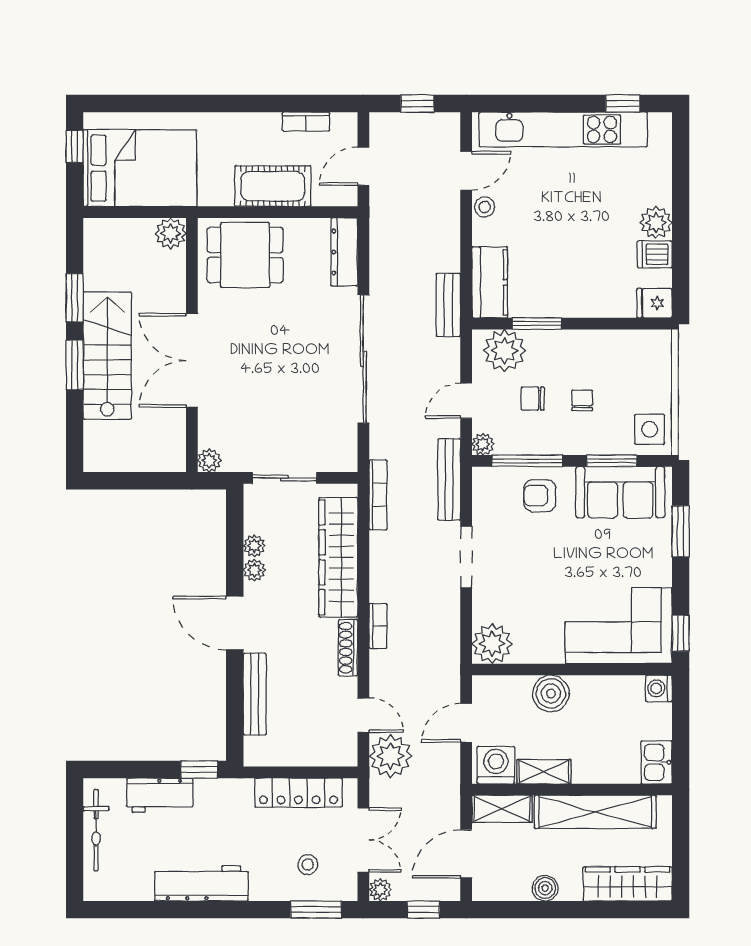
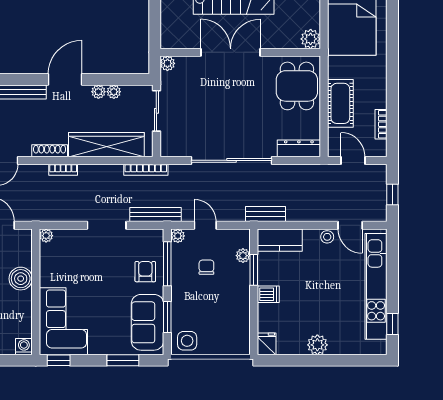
dishwasher: (655, 254) -> (268, 294), moved, turned 90
plant: (504, 351) -> (243, 256), width x0.53, depth x0.53
chair: (582, 400) -> (205, 298), removed
plant: (492, 644) -> (46, 236), width x0.53, depth x0.53

